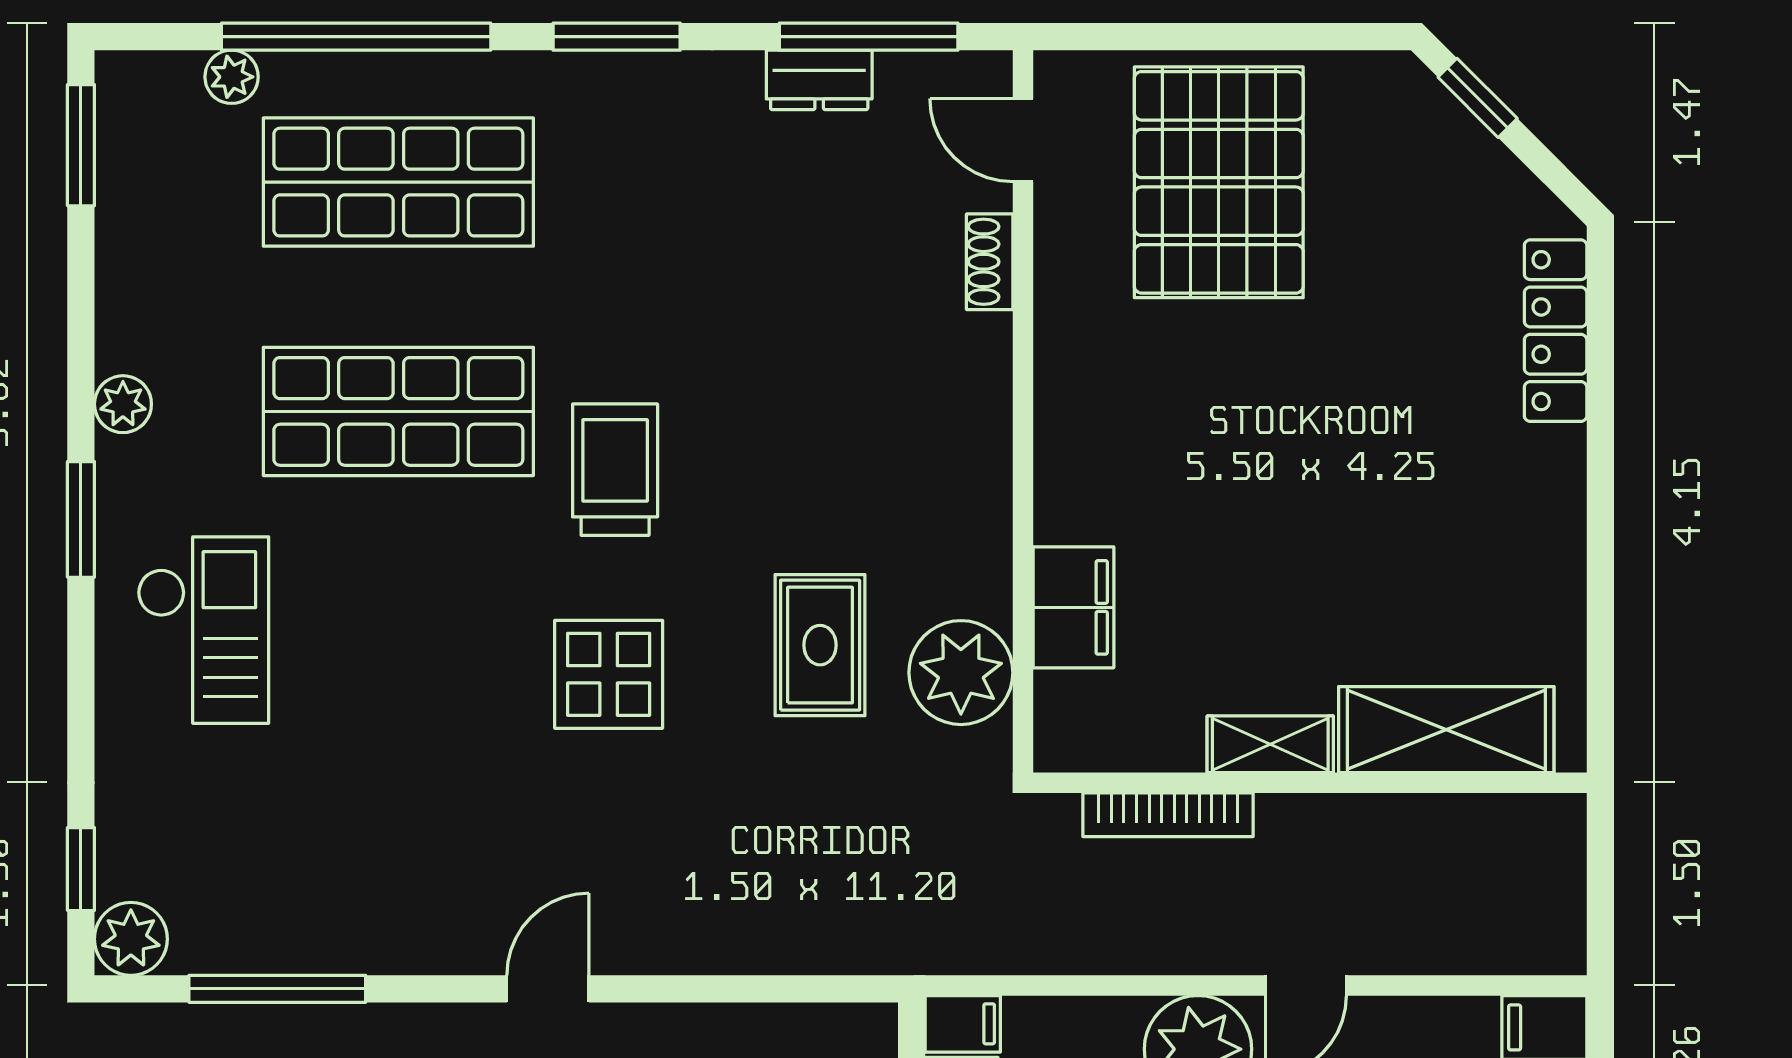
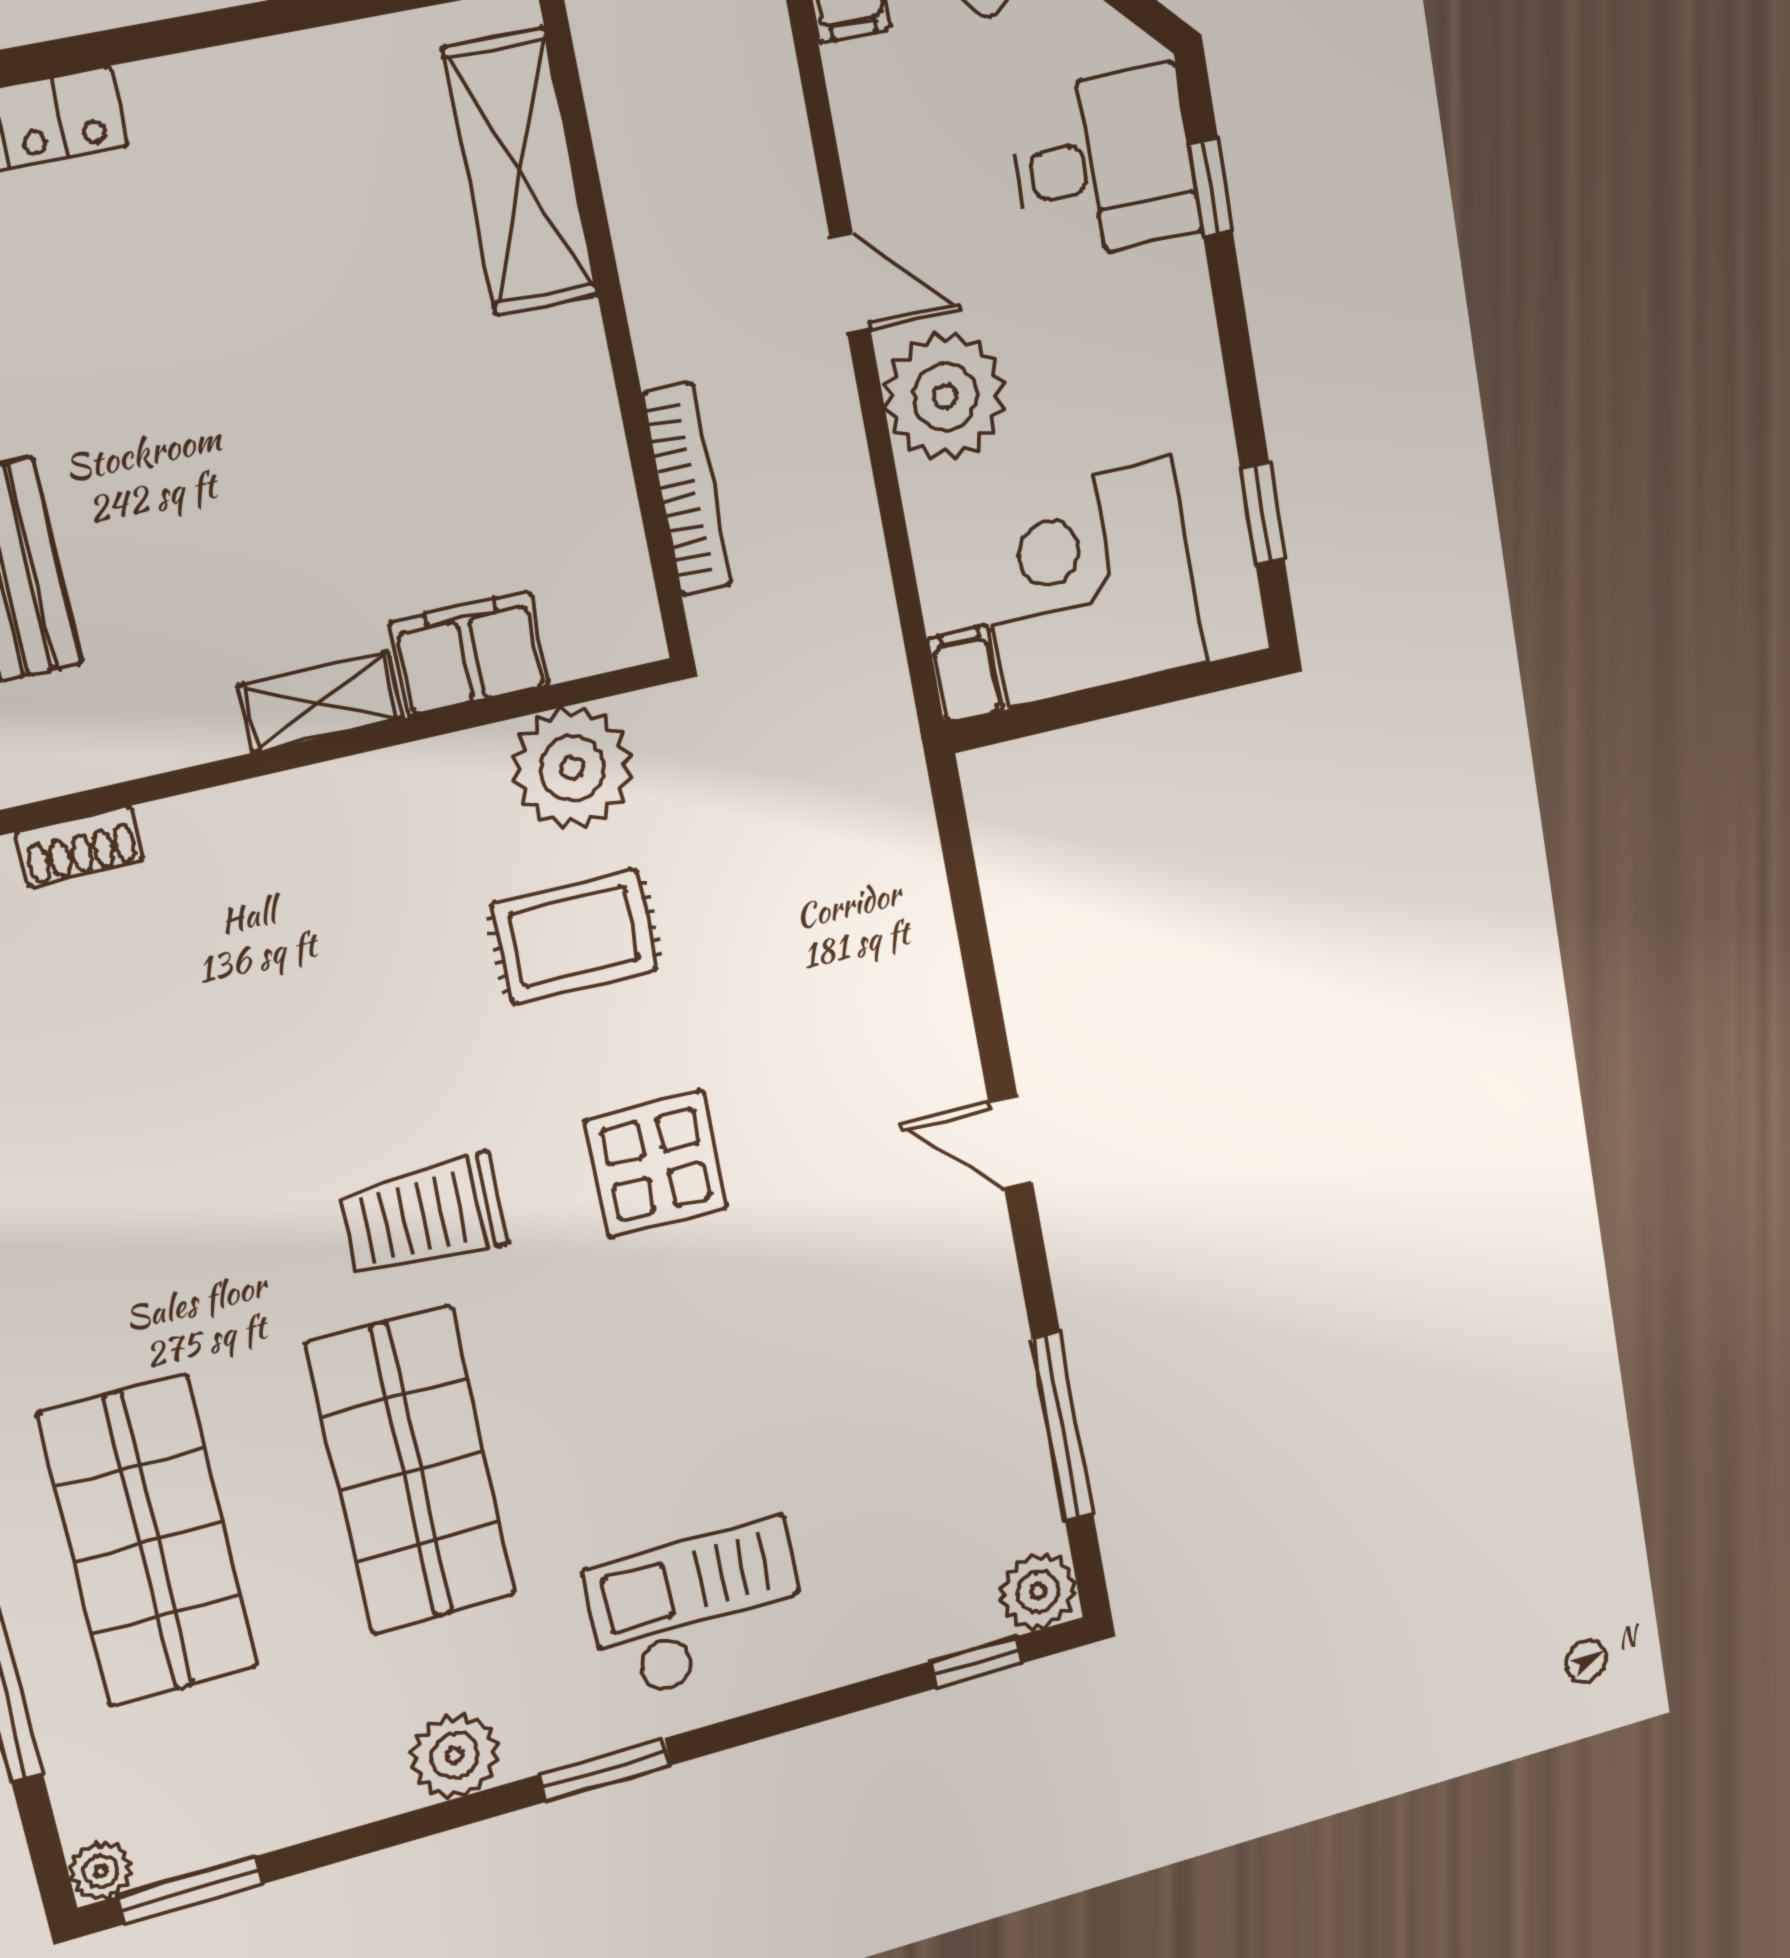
plant: (232, 77) -> (101, 1871), moved
plant: (123, 404) -> (455, 1755), width x1.38, depth x1.38
shelving: (1270, 744) -> (321, 702), moved, turned 90

